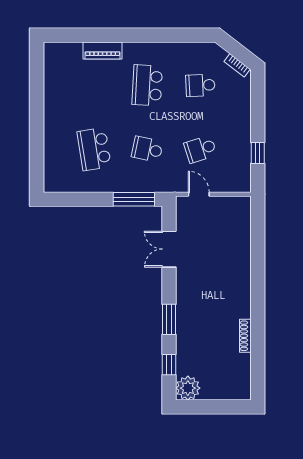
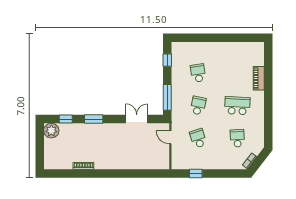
school desk: (94, 149) -> (198, 73), width x0.54
door: (199, 194) -> (170, 137), swing flipped
window: (73, 199) -> (167, 60), added

